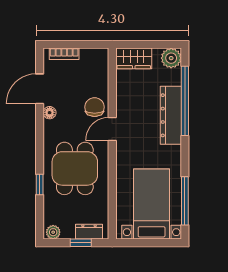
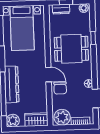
plant: (93, 61) -> (62, 117), added
door: (112, 129) -> (48, 75), hinge flipped
dining table: (75, 168) -> (71, 49), turned 90

